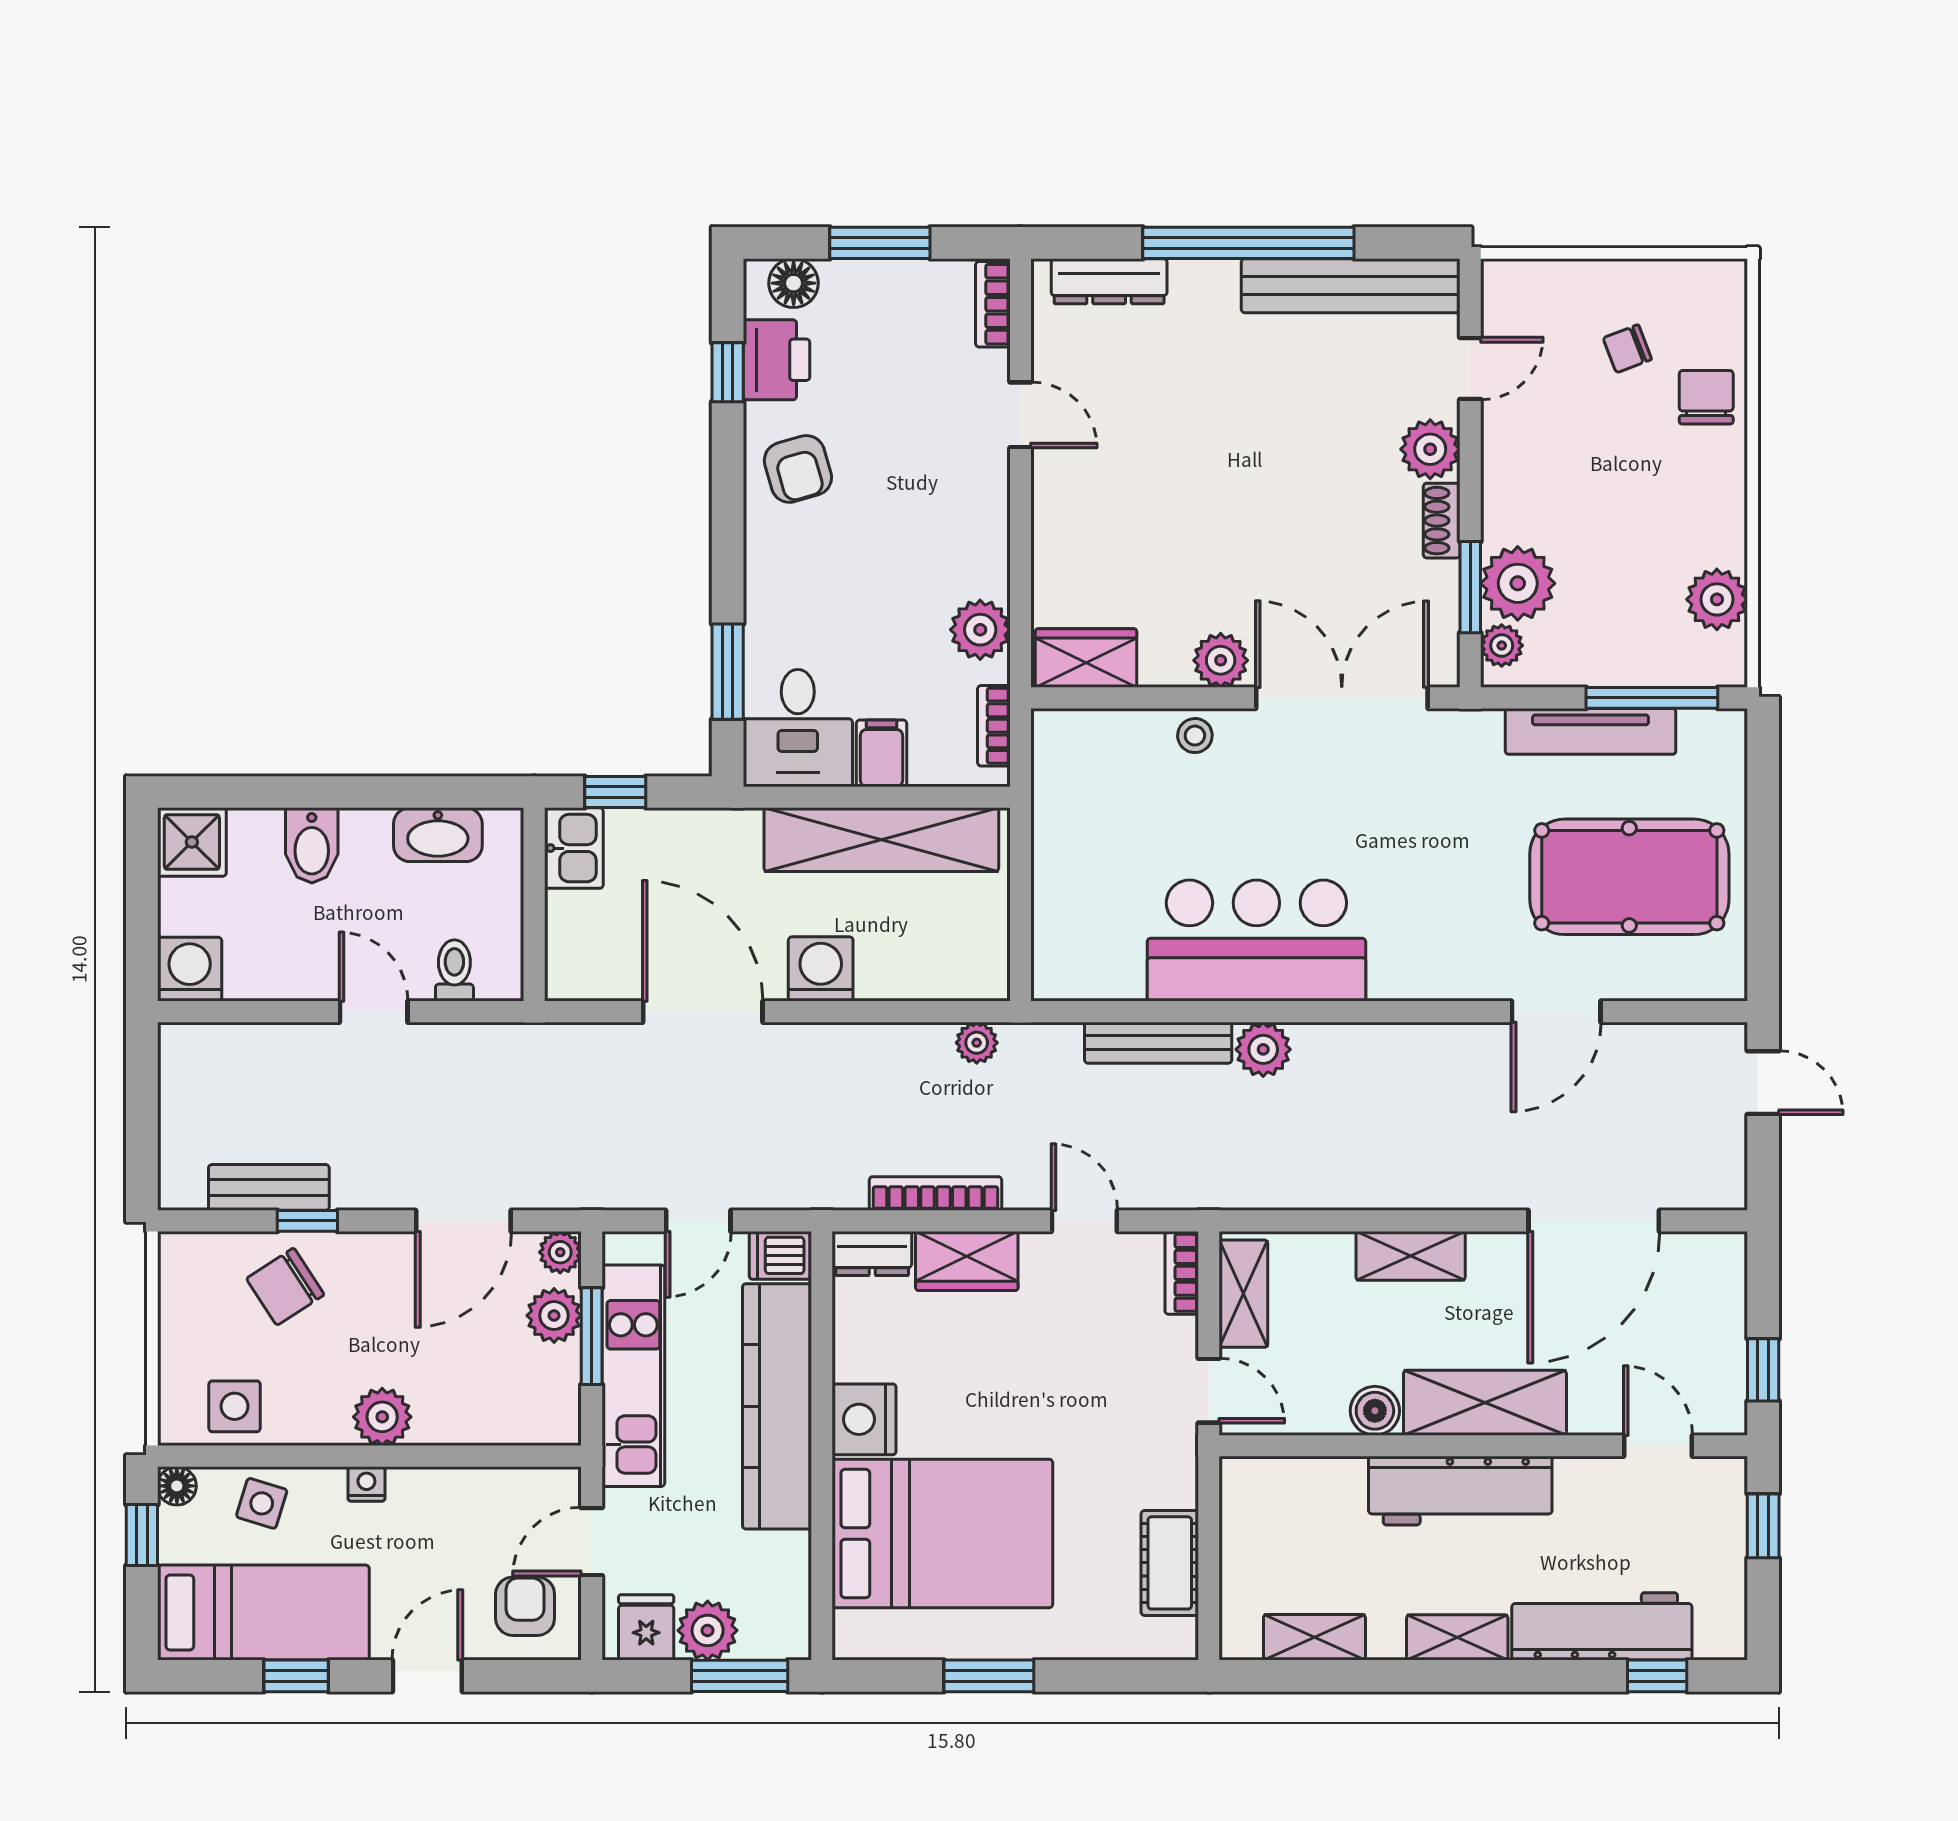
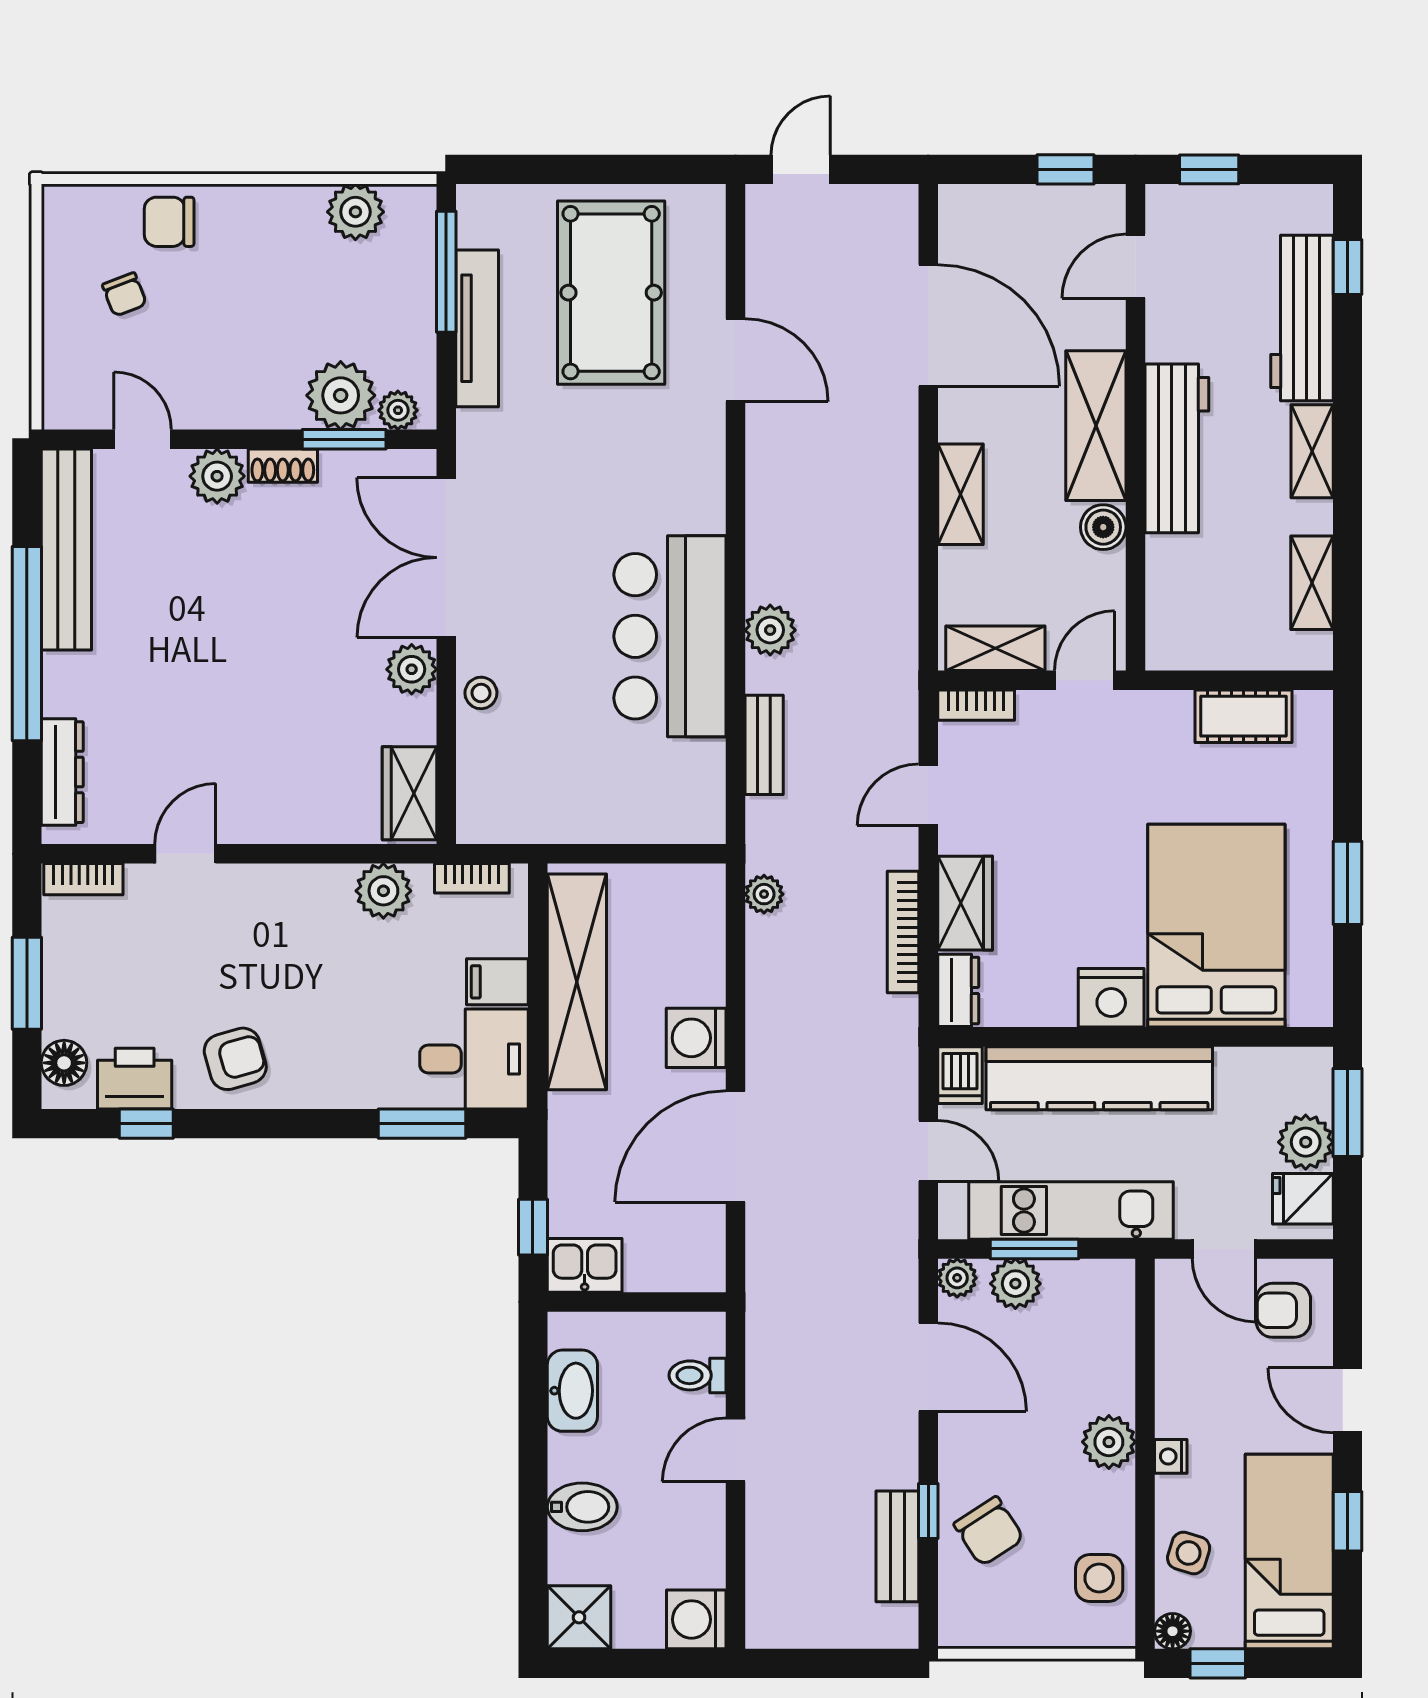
bench: (1158, 1043) -> (764, 745), width x0.73

